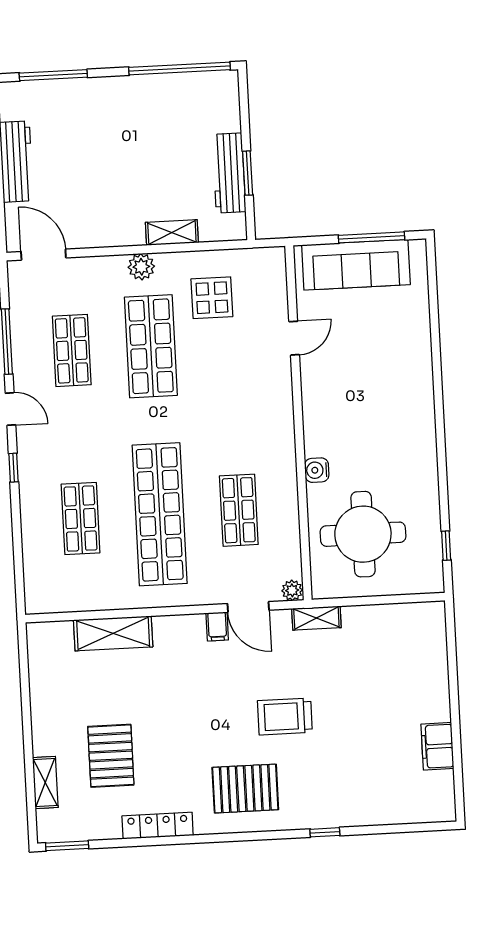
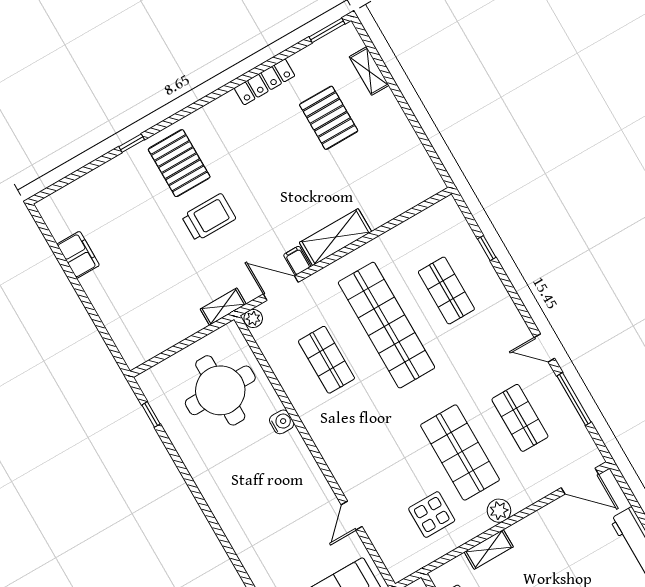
window: (14, 468) -> (487, 248), moved
shelving: (113, 633) -> (335, 237), moved
pallet: (245, 789) -> (179, 163), moved, turned 90

